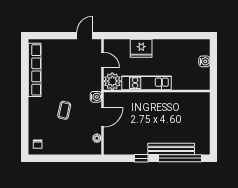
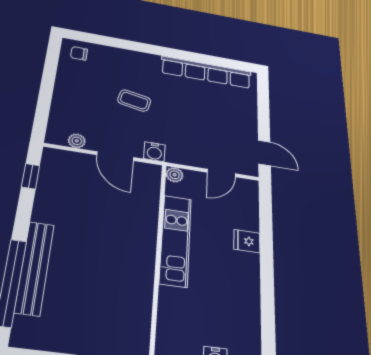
fridge: (141, 48) -> (247, 241), width x0.53, depth x0.75
plant: (112, 81) -> (175, 175), width x0.53, depth x0.53
window: (141, 158) -> (31, 176), moved

